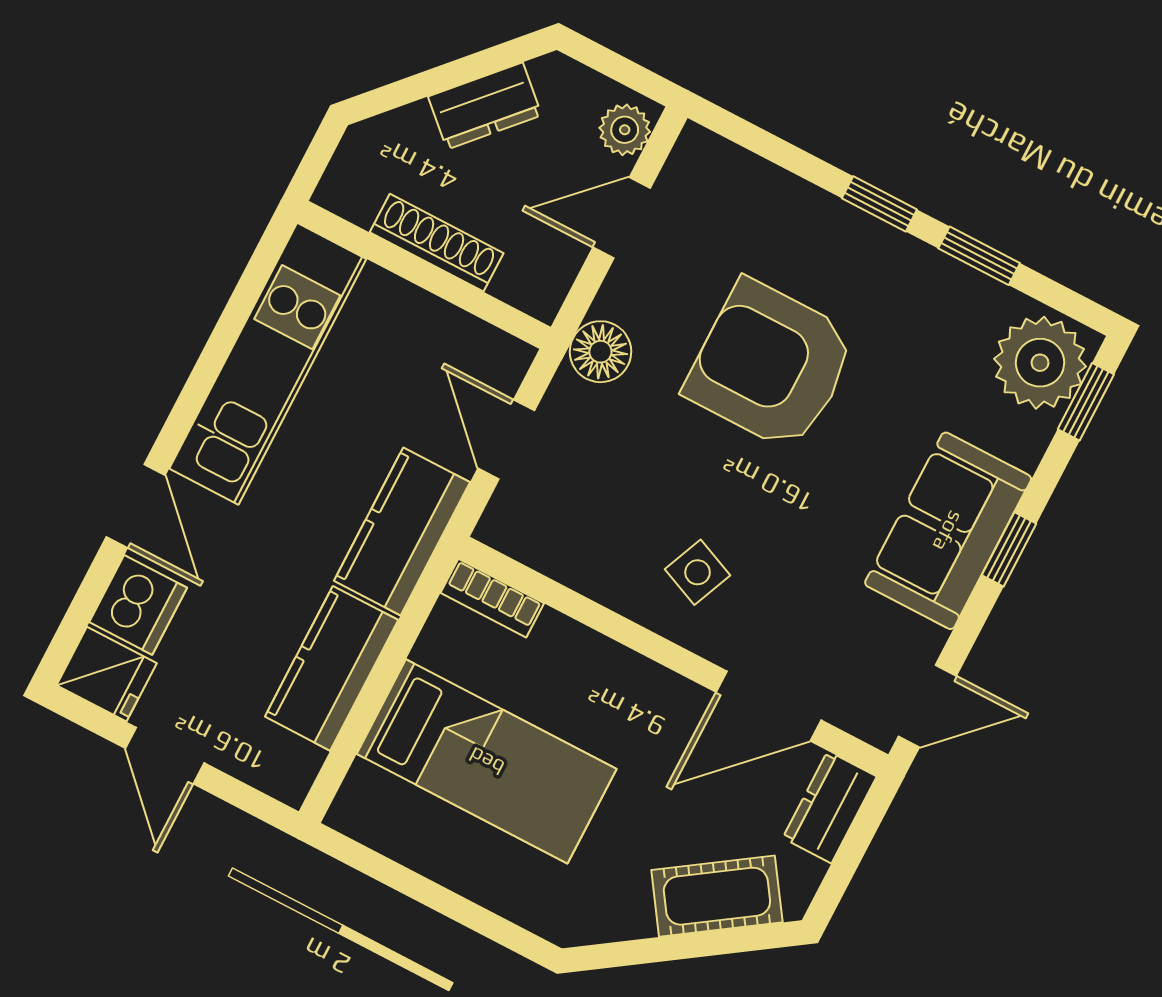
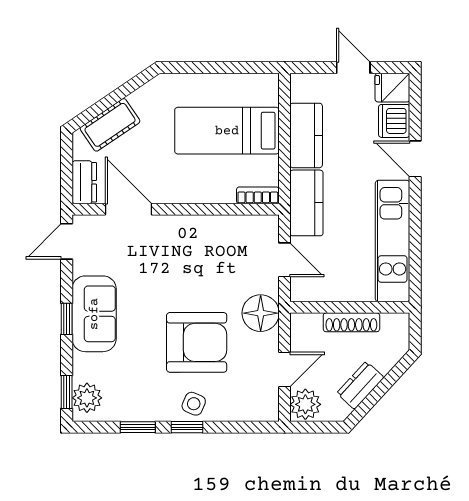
plant: (625, 130) -> (305, 404), width x1.38, depth x1.38
floor lamp: (600, 352) -> (261, 313), width x1.38, depth x1.38
plant: (1040, 363) -> (87, 398), width x0.73, depth x0.73
side table: (698, 572) -> (194, 404), moved
door: (769, 706) -> (128, 209), hinge flipped

